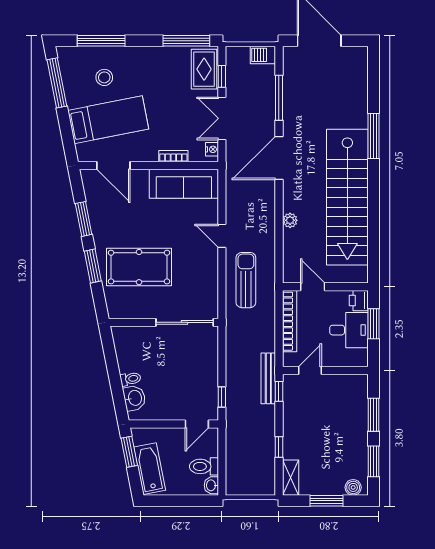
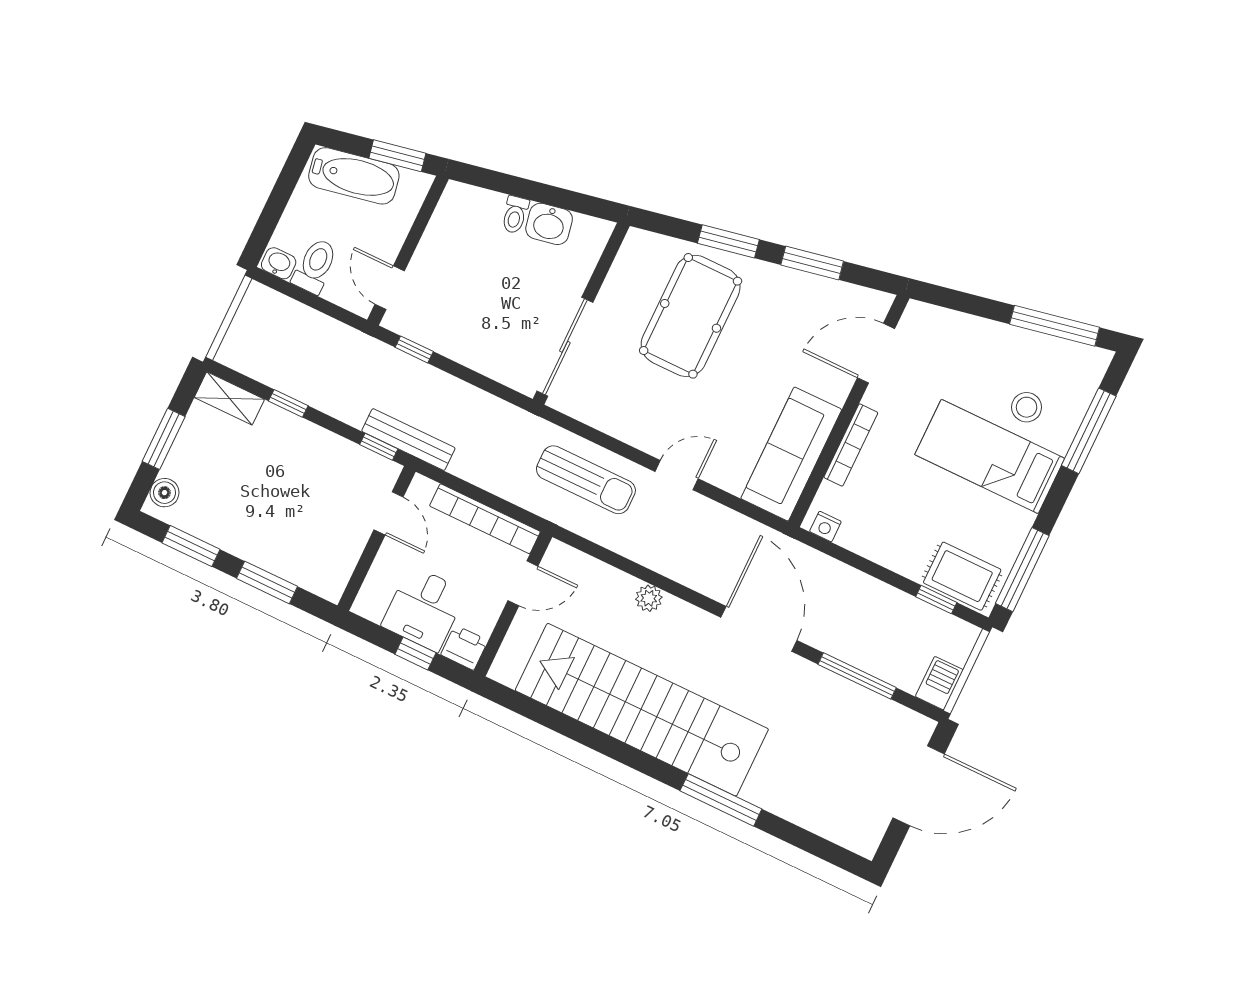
double door: (222, 118) -> (868, 567), removed
bed: (108, 120) -> (990, 457), moved, turned 101
bookcase: (173, 156) -> (851, 445), width x1.56
window: (373, 324) -> (415, 654), width x0.67
washbasin: (134, 398) -> (549, 224), moved

